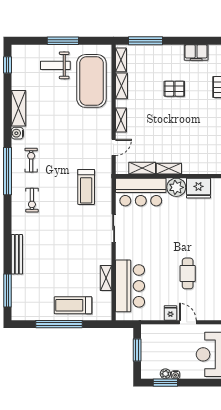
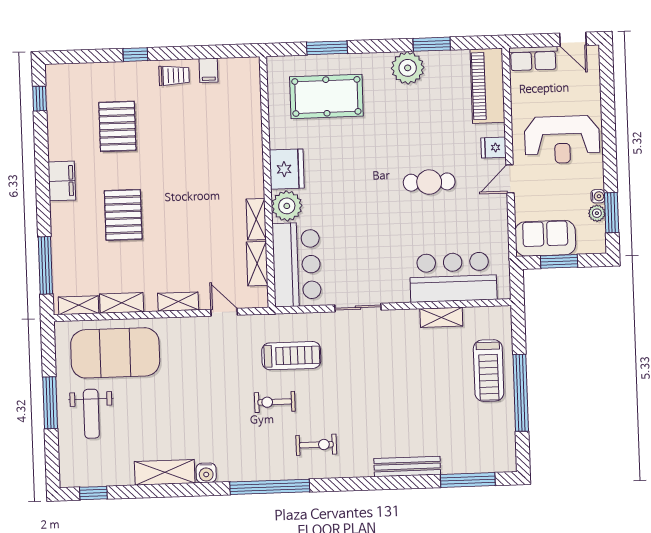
pallet: (174, 89) -> (123, 215), width x1.50, depth x1.42
exercise bike: (31, 160) -> (275, 402), moved
fridge: (170, 313) -> (494, 148), moved
sofa: (151, 342) -> (545, 238), added

